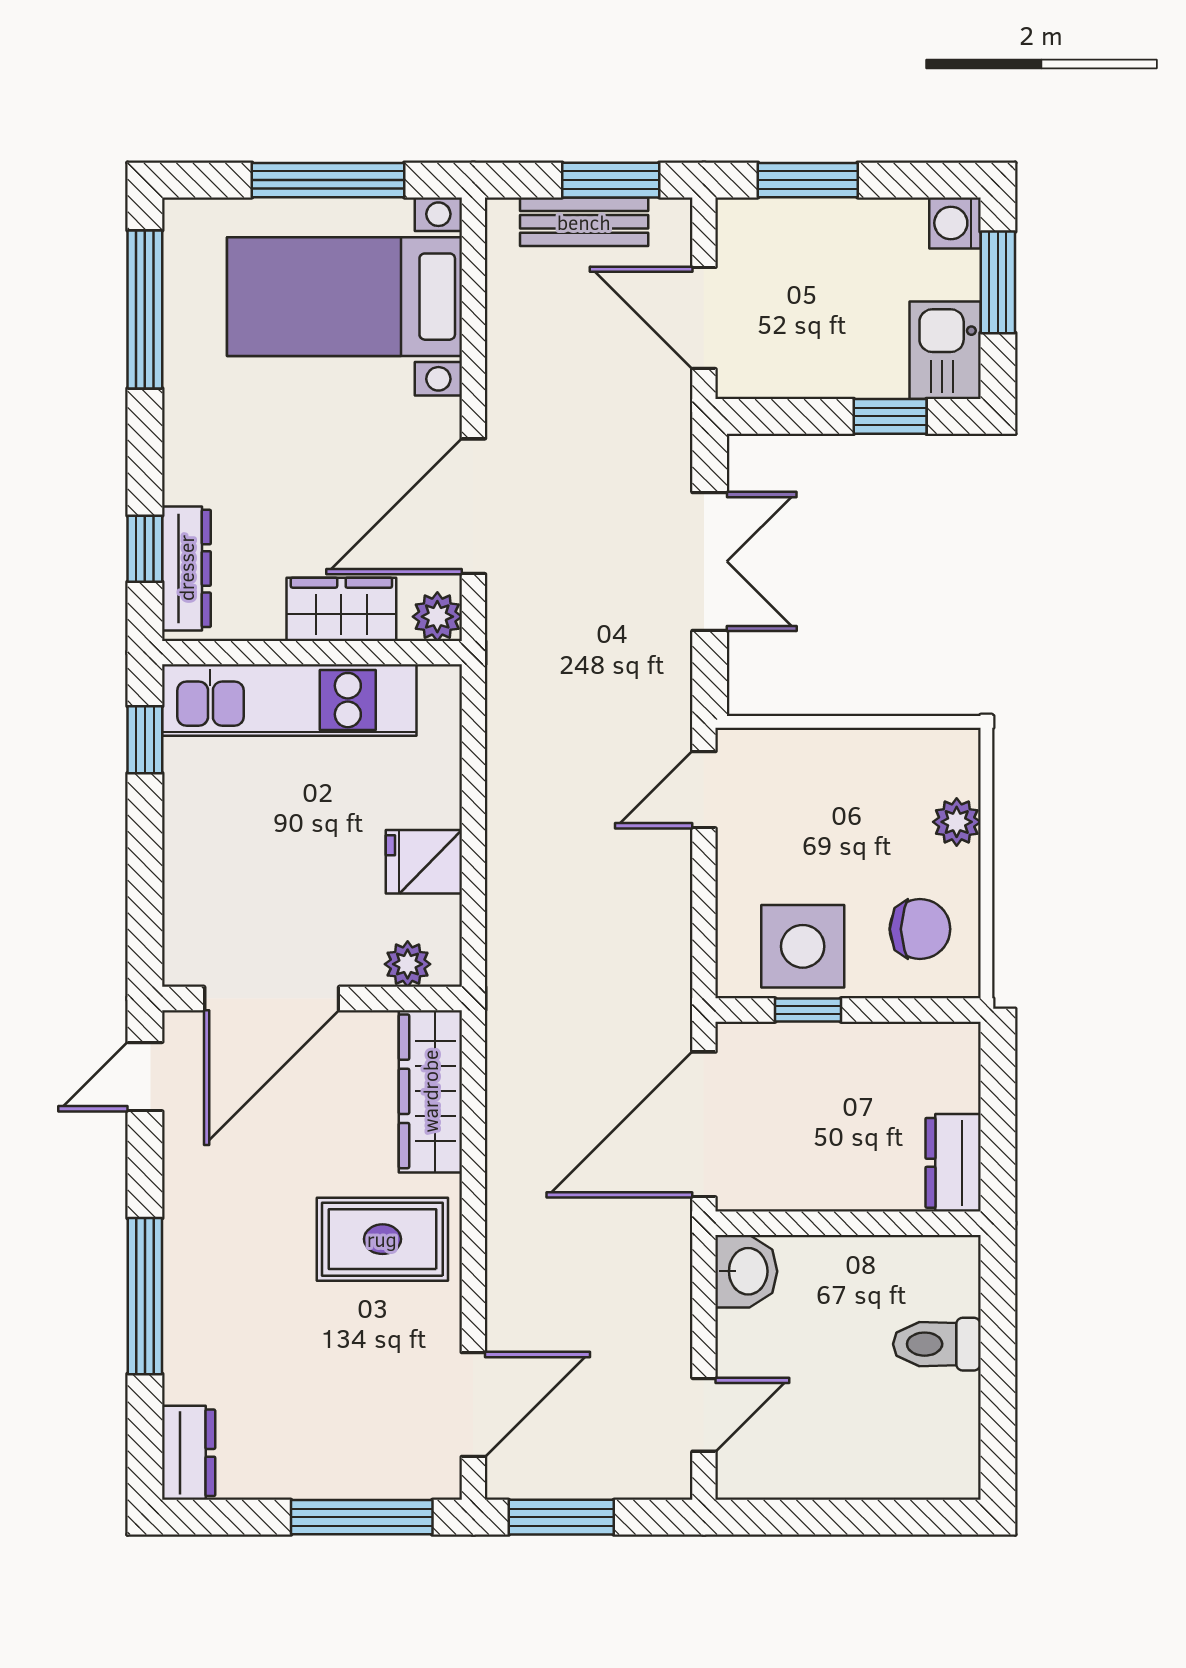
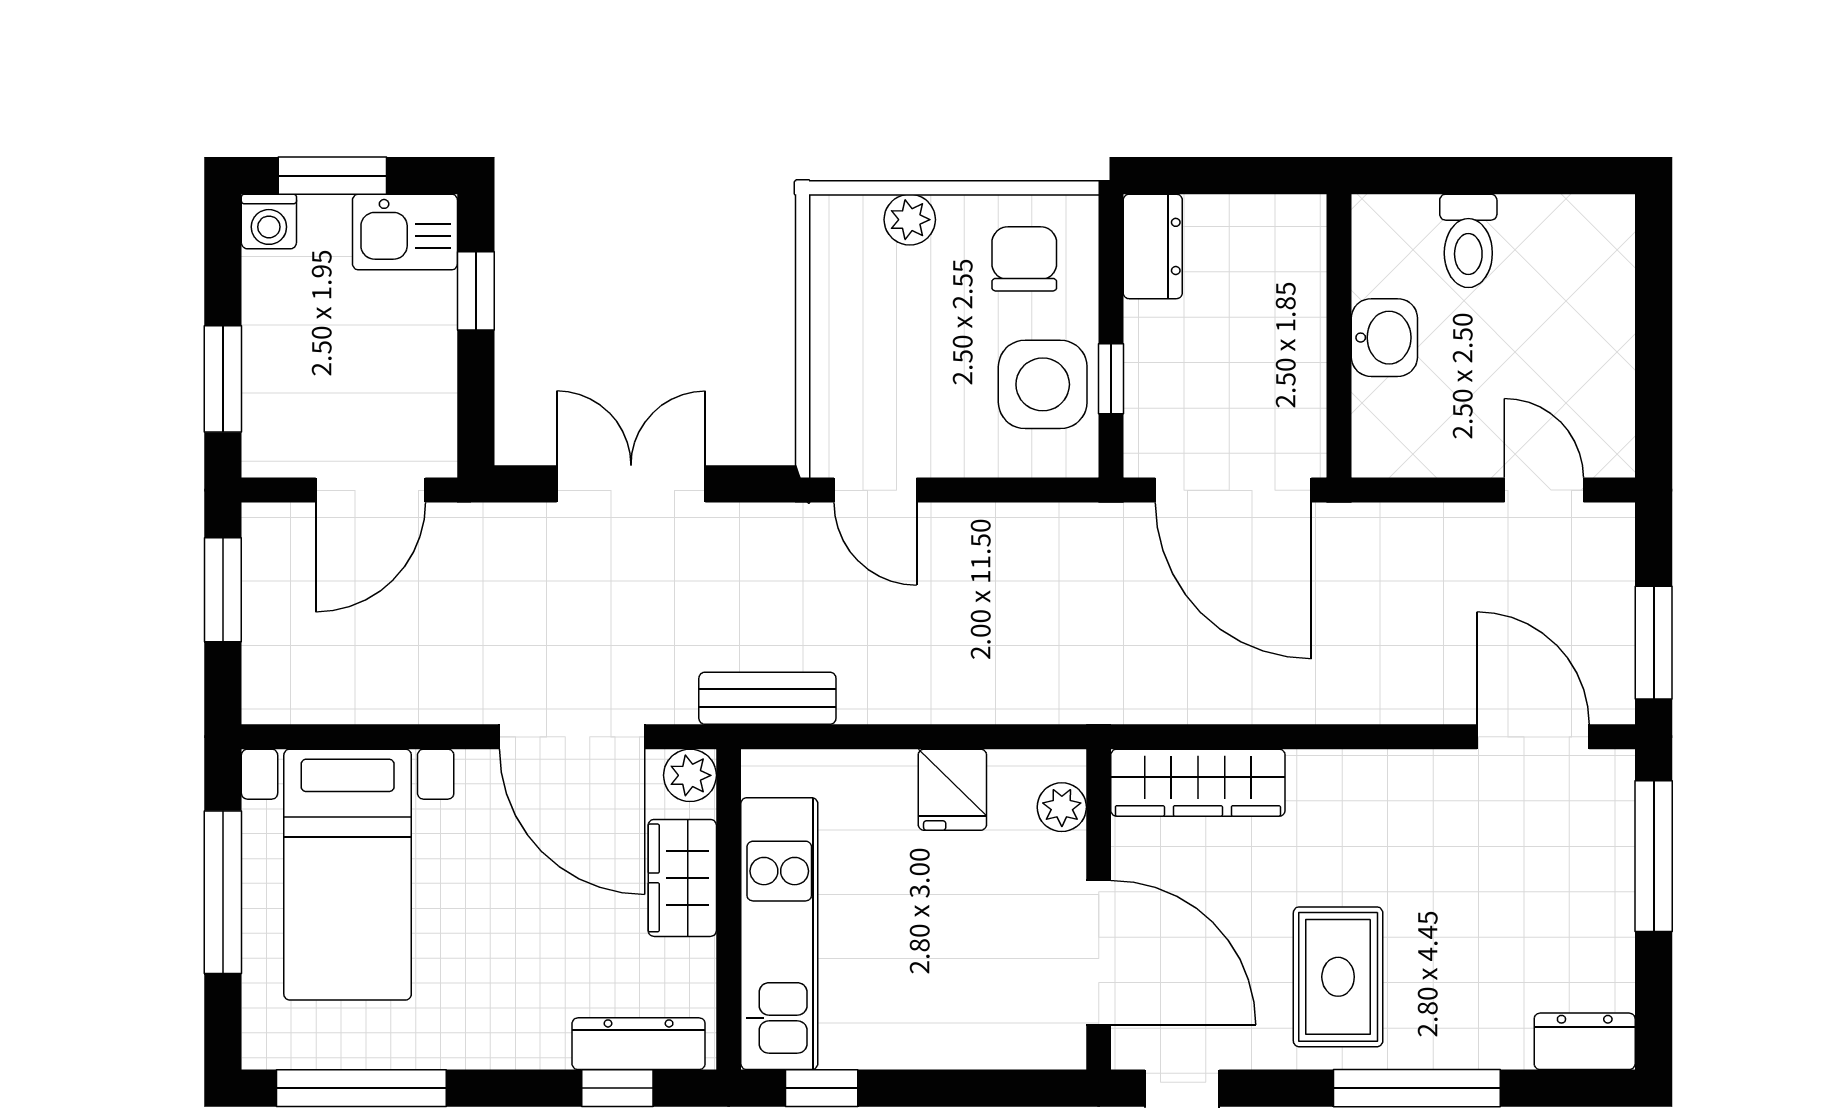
bench: (584, 222) -> (767, 698), moved, turned 90
dresser: (953, 1163) -> (1153, 246), moved, turned -90
rug: (382, 1239) -> (1338, 977), moved
washbasin: (746, 1271) -> (1384, 338), moved, turned 90

